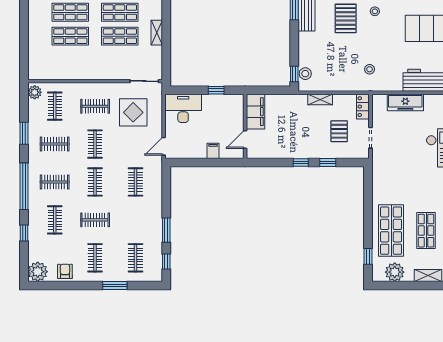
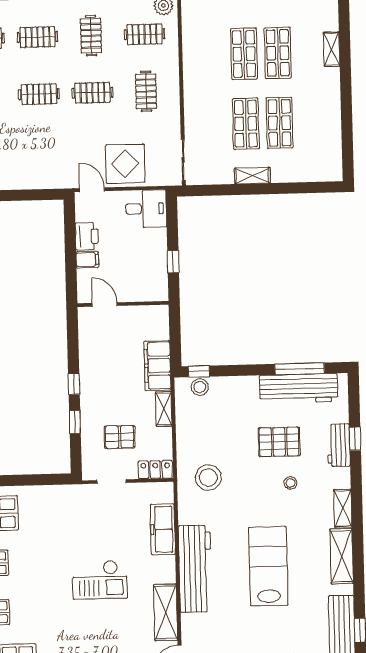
stool: (370, 69) -> (208, 478), width x1.89, depth x1.89
desk: (183, 108) -> (146, 209), width x0.73
display table: (133, 112) -> (125, 164), moved
filing cabinet: (256, 112) -> (157, 366), moved, turned 90
printer: (197, 151) -> (87, 236), added
clothes rail: (55, 182) -> (37, 37), turned 90
clothes rail: (136, 182) -> (40, 151), removed

